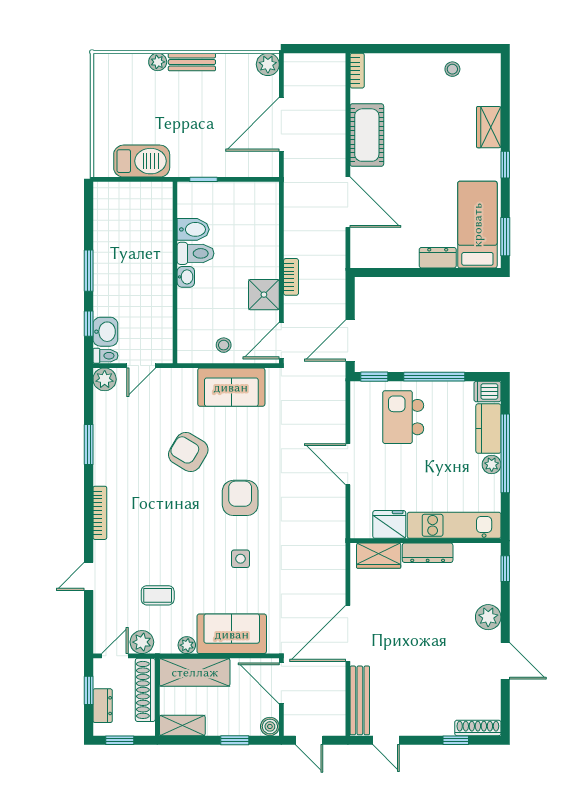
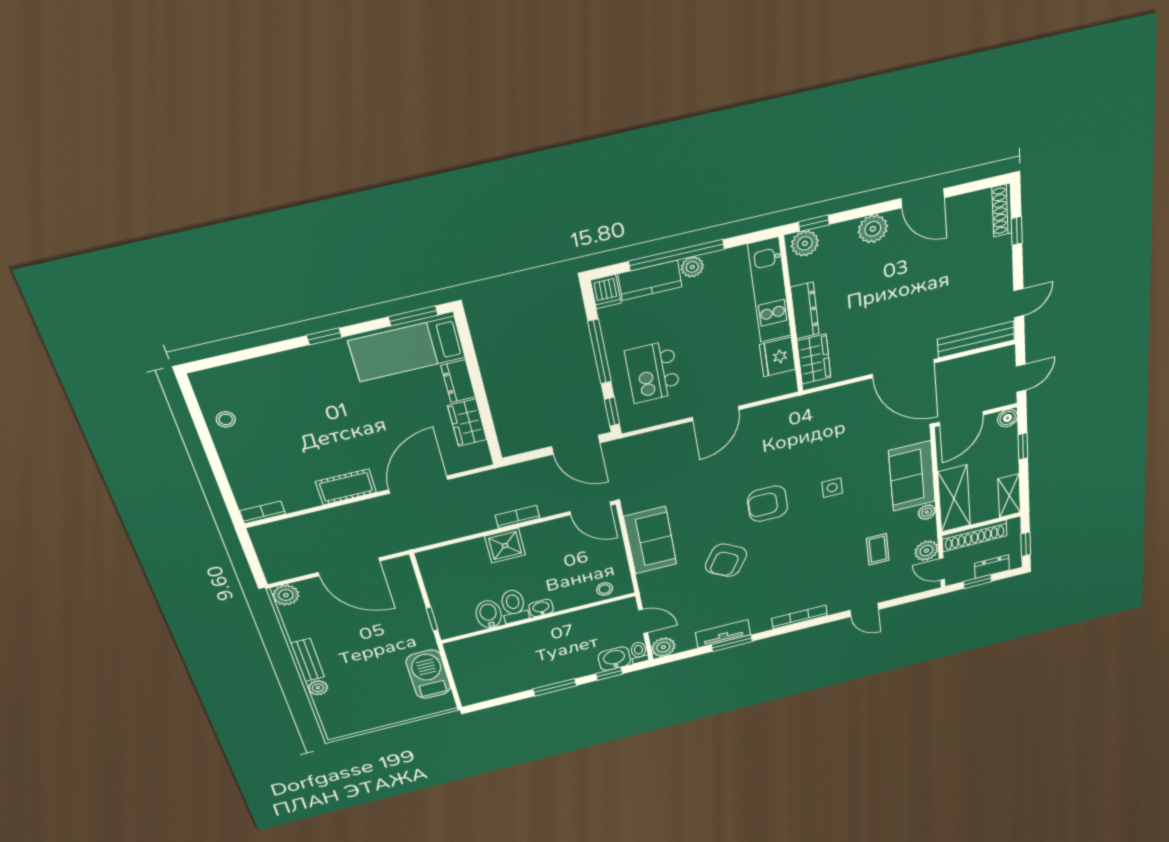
wardrobe: (489, 127) -> (467, 423), moved, turned 90
cot: (367, 135) -> (346, 487), width x0.73, depth x0.75
shower: (264, 295) -> (505, 546), moved
stool: (224, 345) -> (605, 589), moved
kitchen island: (403, 417) -> (653, 372), turned 90
tv unit: (103, 438) -> (723, 634), added
plant: (489, 559) -> (805, 243), added
door: (505, 661) -> (923, 198), swing flipped

